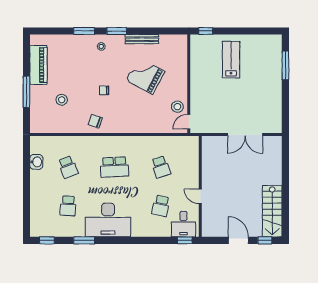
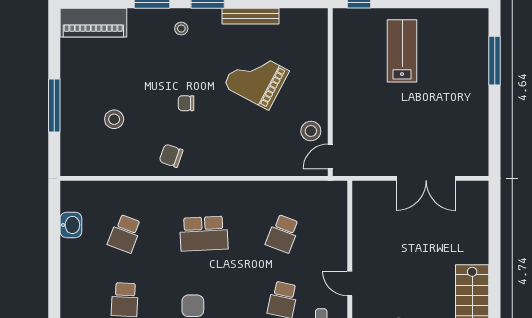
piano: (38, 65) -> (93, 23), moved, turned 90
school desk: (68, 167) -> (125, 234), turned 42
school desk: (161, 167) -> (283, 234), turned 39

